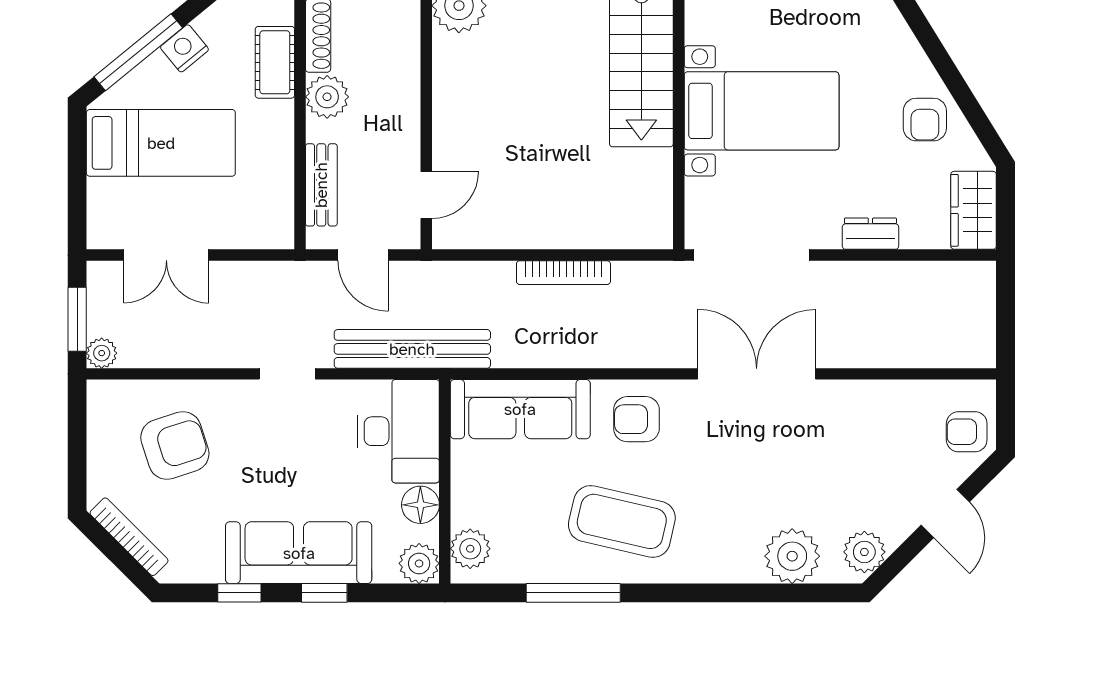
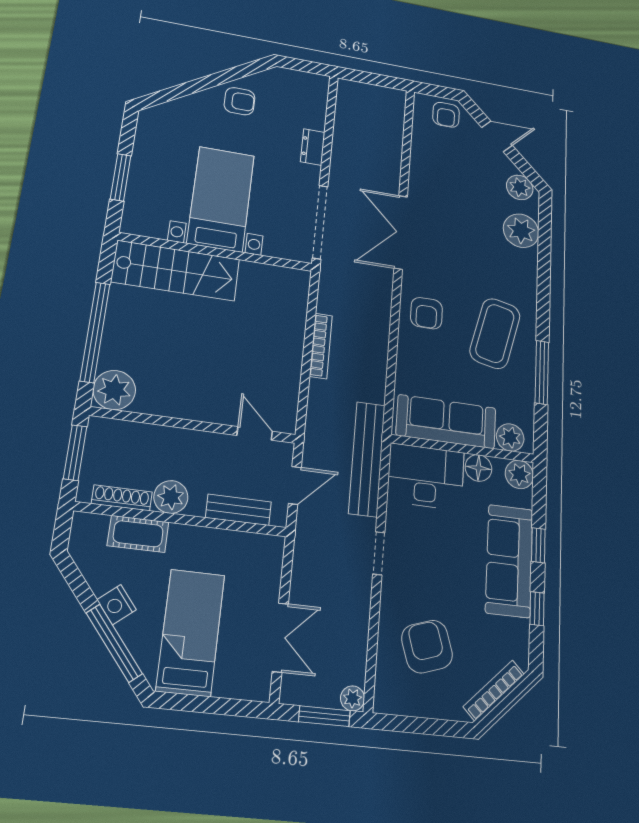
wardrobe: (974, 210) -> (303, 84), removed
sofa: (520, 409) -> (446, 422), moved, turned -90

